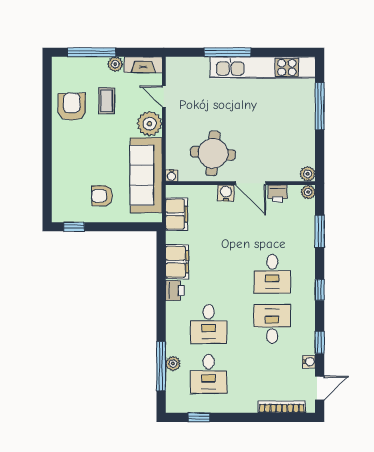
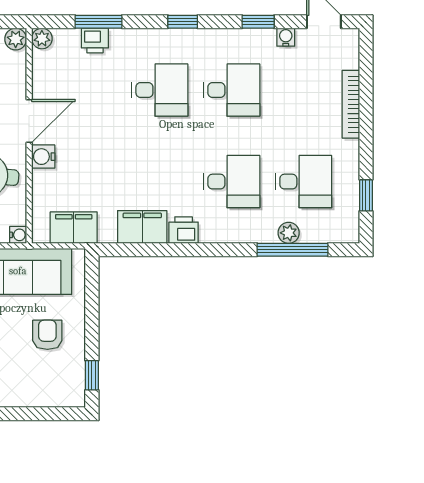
printer: (278, 193) -> (95, 41), moved, turned 90
armchair: (102, 196) -> (47, 335), turned 180
desk: (272, 324) -> (232, 90), turned 180
bookcase: (282, 407) -> (351, 104), moved

